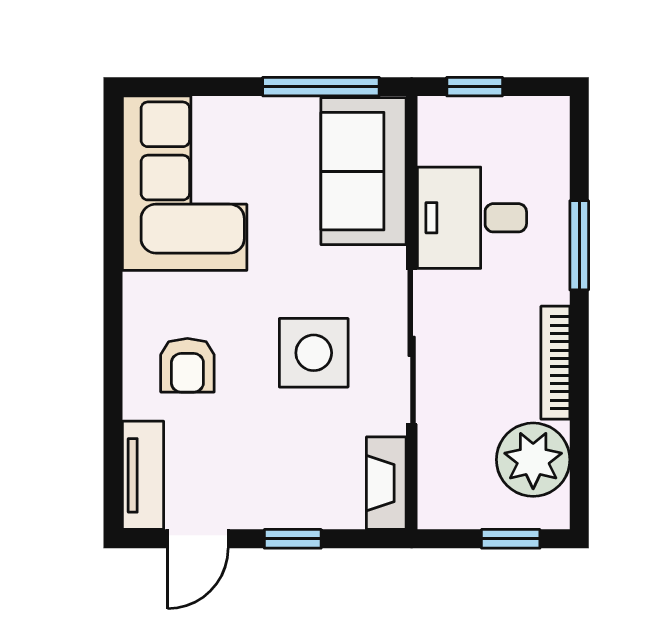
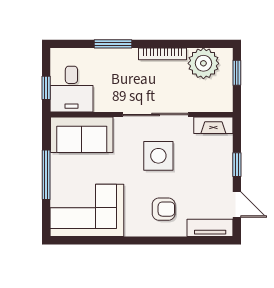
window: (321, 87) -> (46, 175), moved
desk: (472, 218) -> (71, 89), moved

